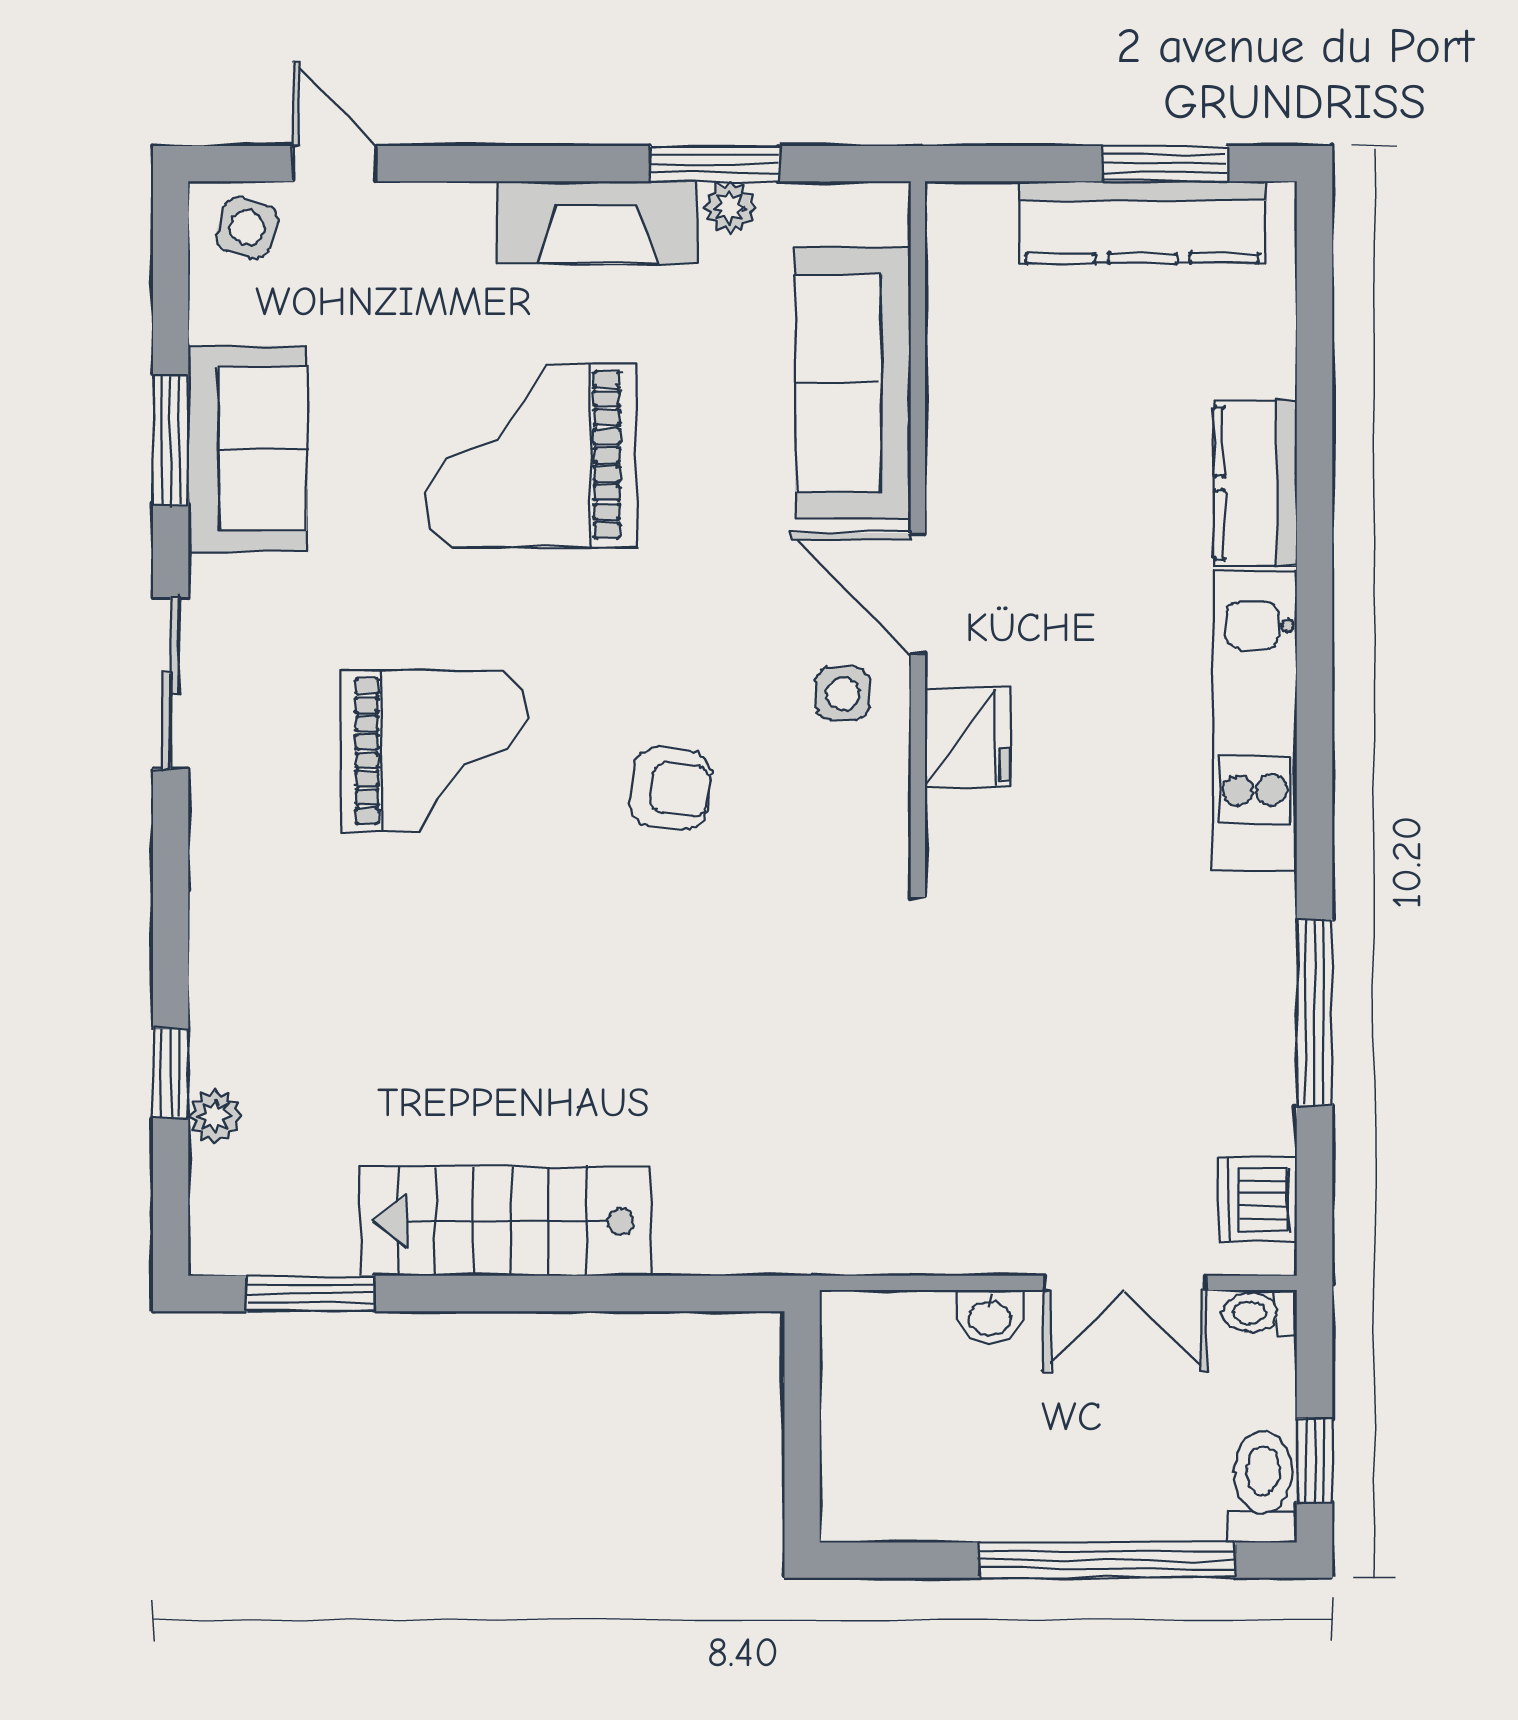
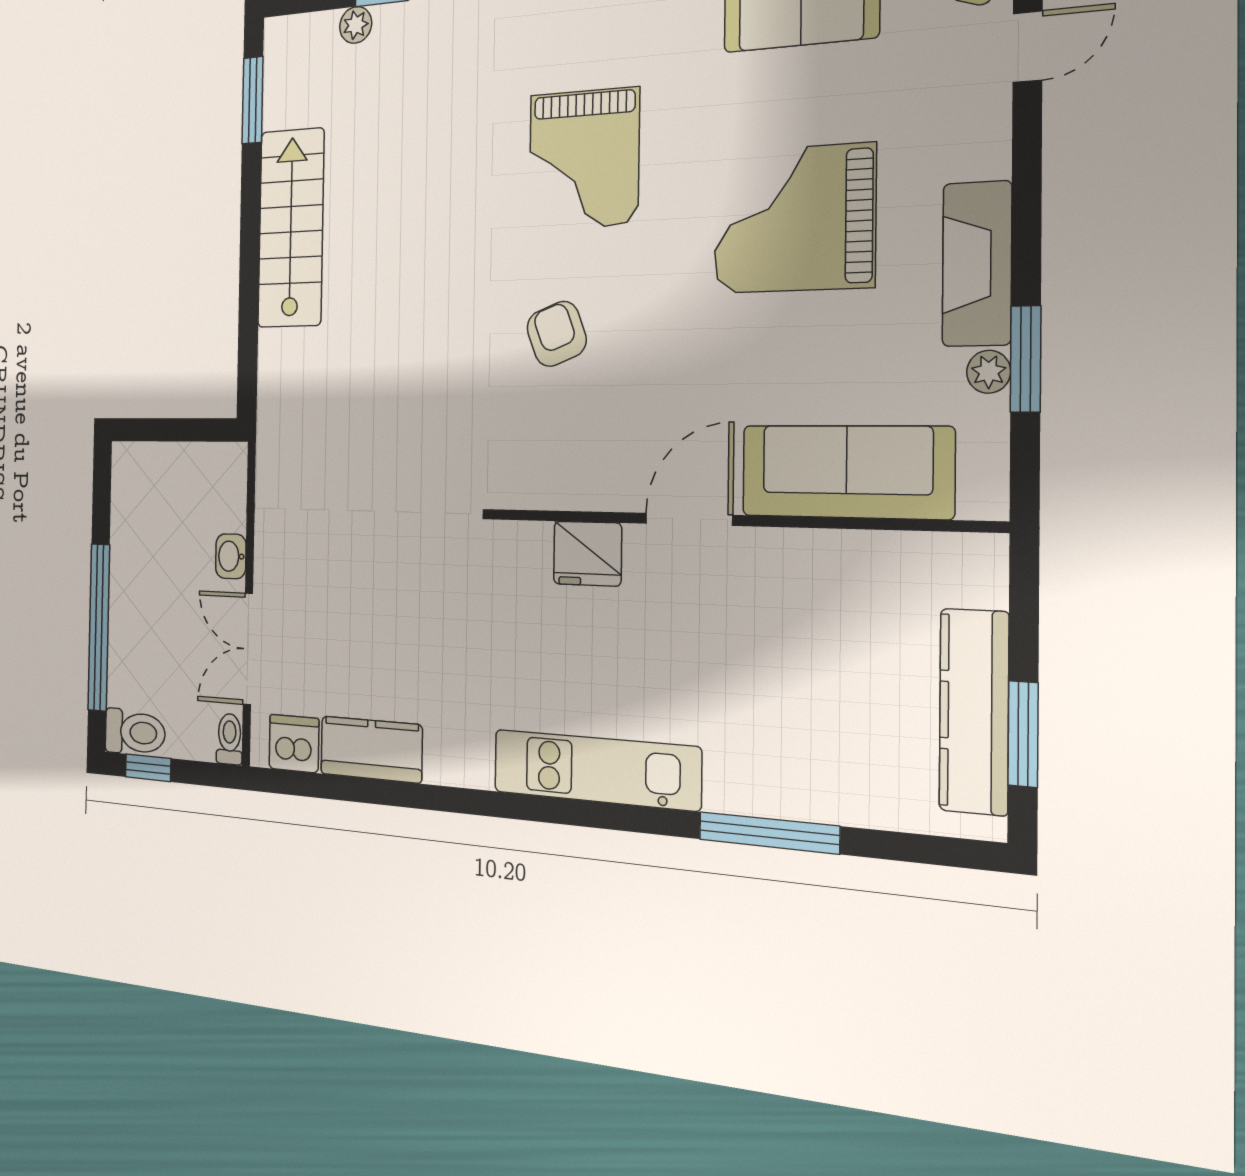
grand piano: (530, 455) -> (794, 219), turned -90
kitchen counter: (1256, 483) -> (371, 749), moved
side table: (843, 694) -> (619, 461), removed
armchair: (670, 788) -> (557, 334), turned 152
window: (1314, 1012) -> (769, 833), moved

